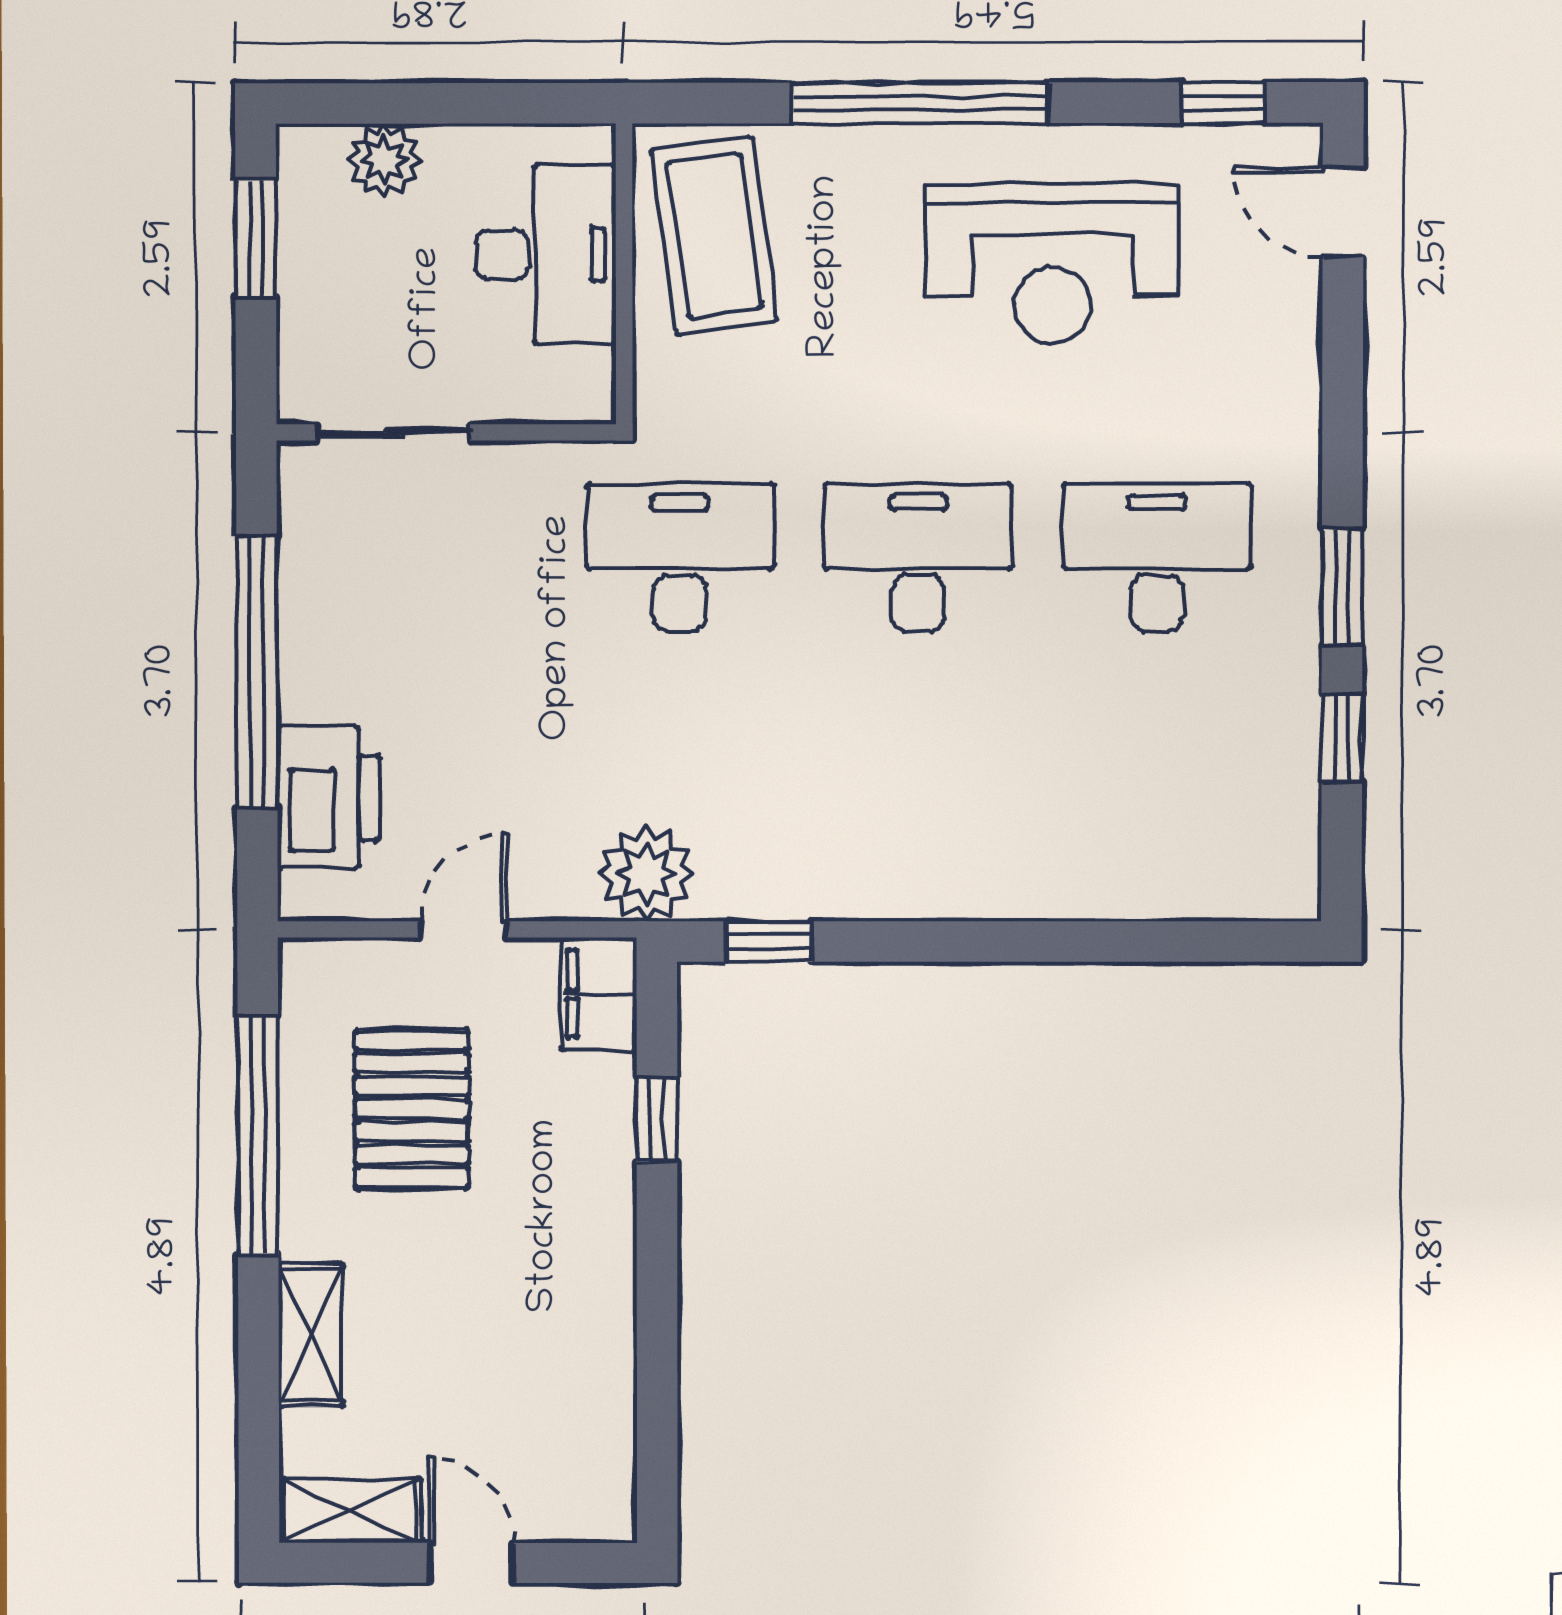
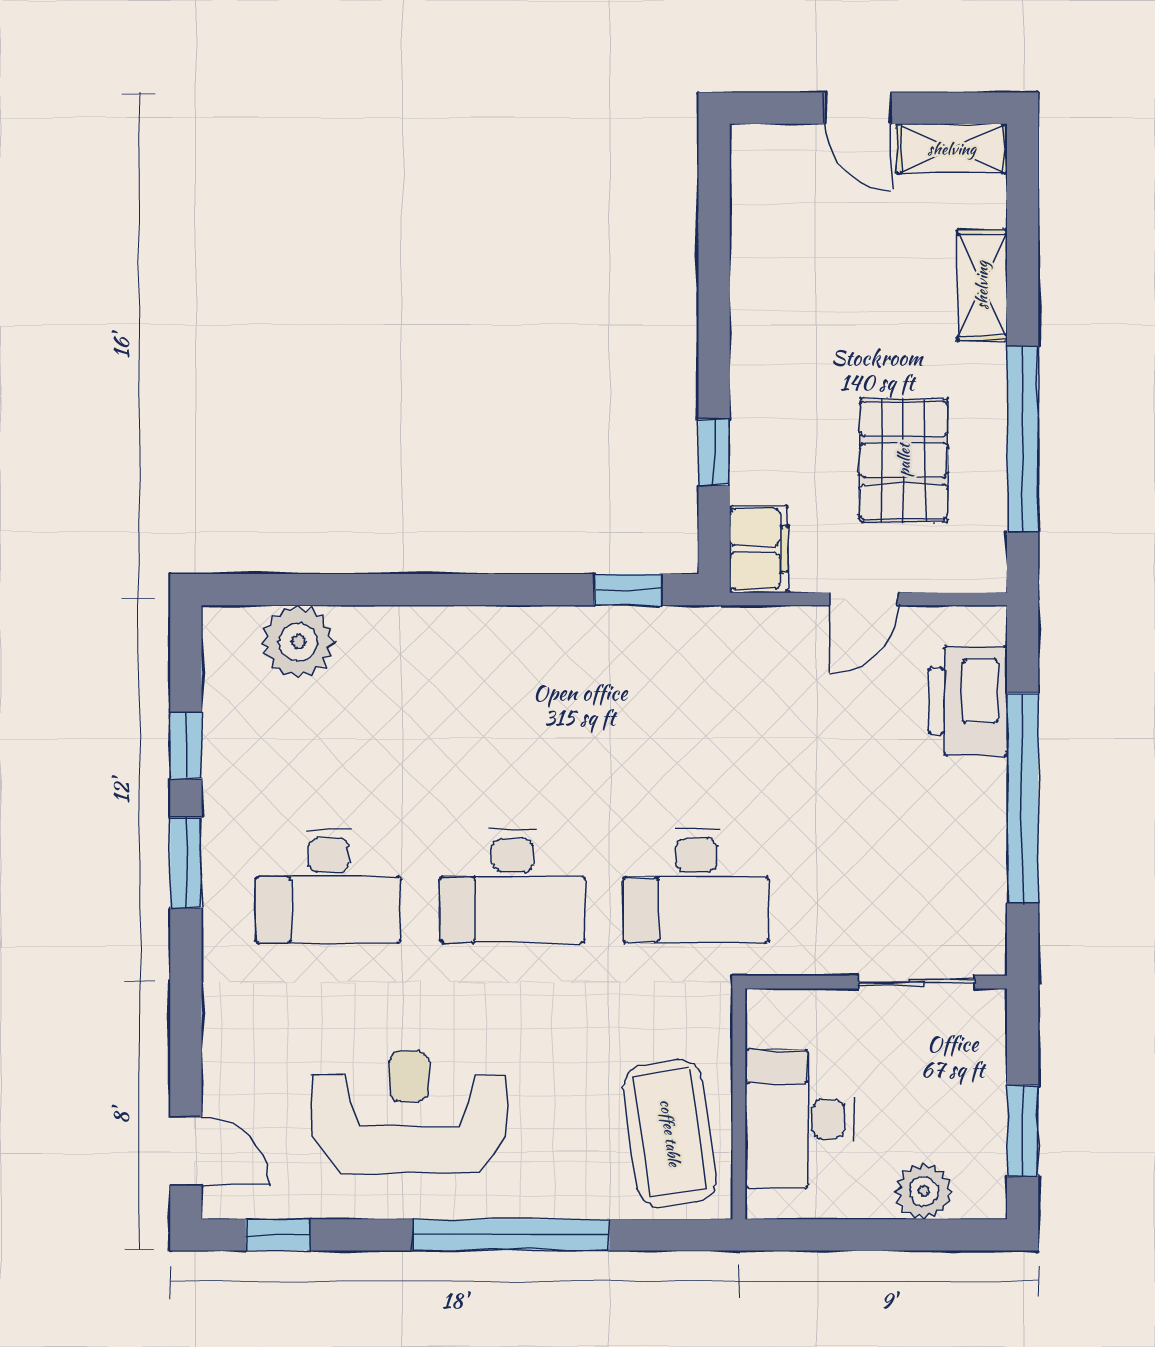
plant: (646, 874) -> (298, 642), moved

